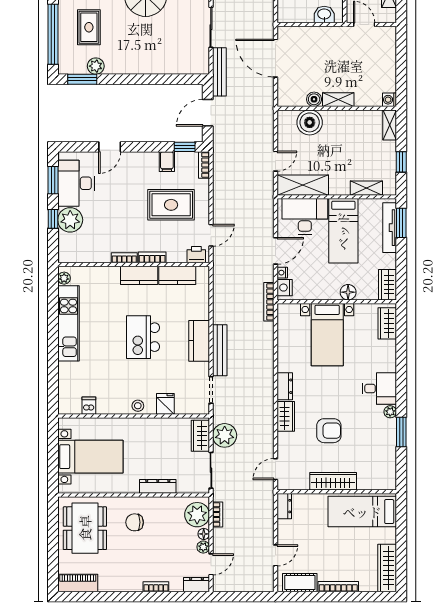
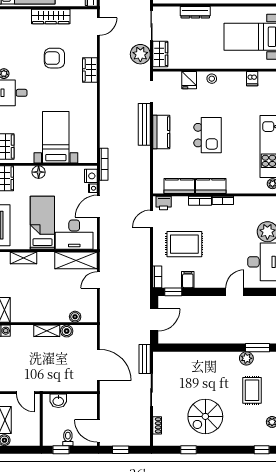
bench: (219, 72) -> (145, 359), width x0.73
boiler: (310, 122) -> (75, 317), width x0.54, depth x0.54
dresser: (285, 386) -> (91, 95), removed

